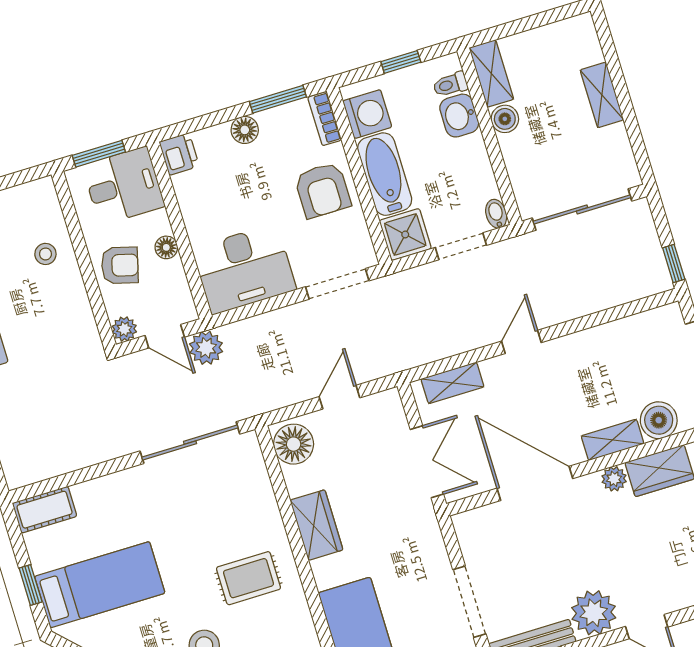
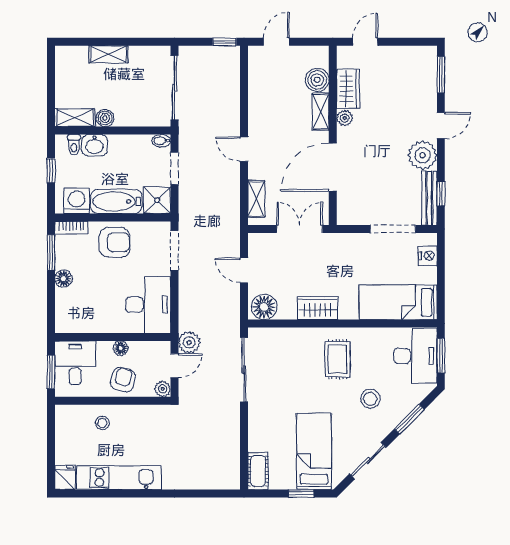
printer: (179, 154) -> (66, 323), removed

